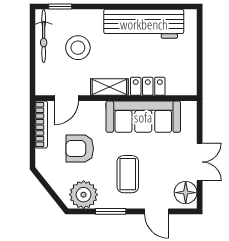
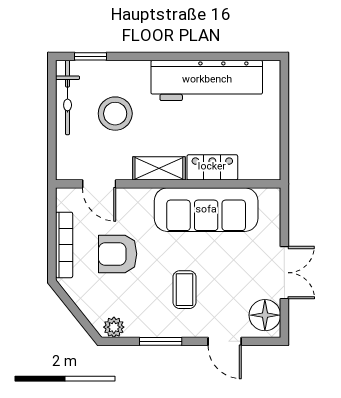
door: (66, 98) -> (99, 184), hinge flipped
bookcase: (41, 124) -> (64, 245), moved
coffee table: (128, 174) -> (185, 290), width x0.73, depth x0.77
plant: (84, 195) -> (114, 327), width x0.53, depth x0.53

